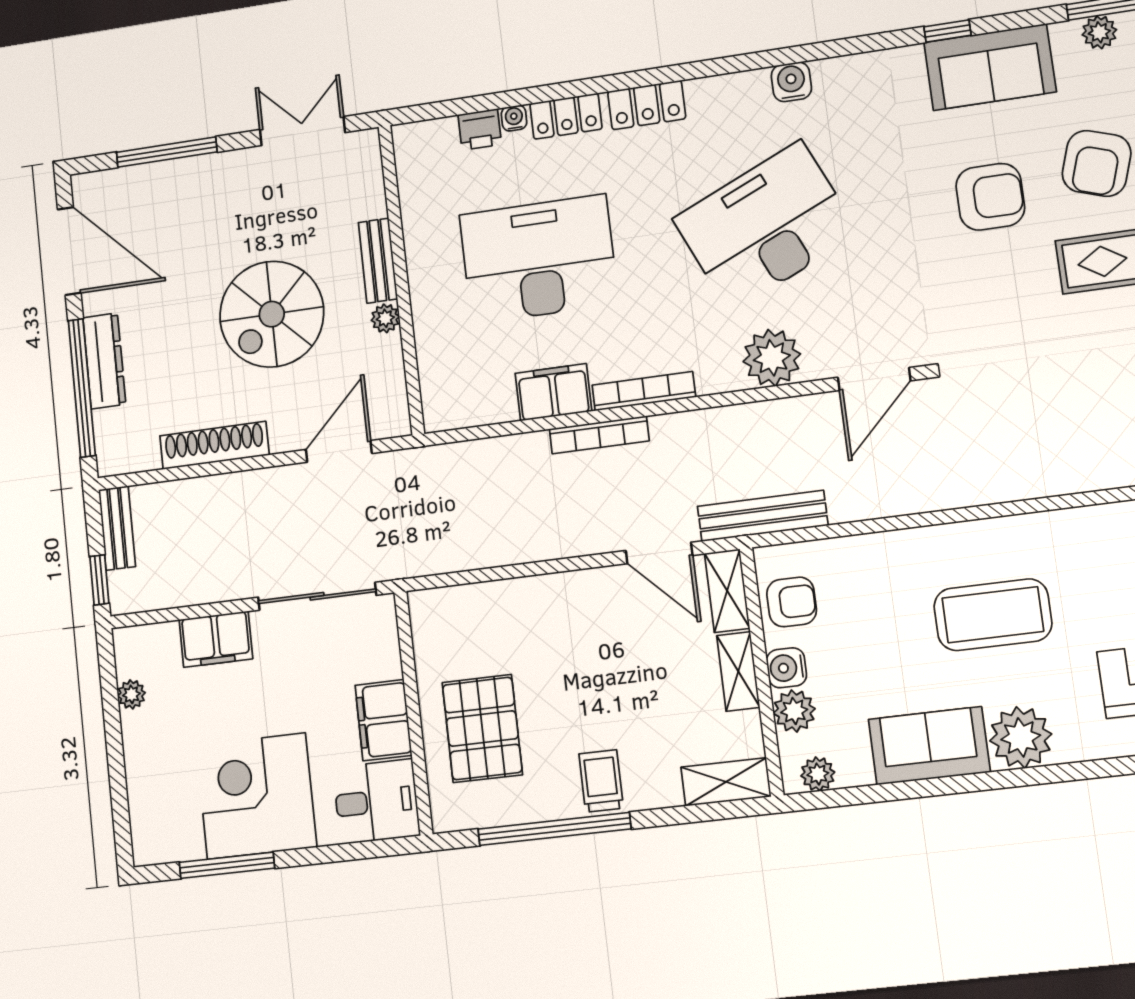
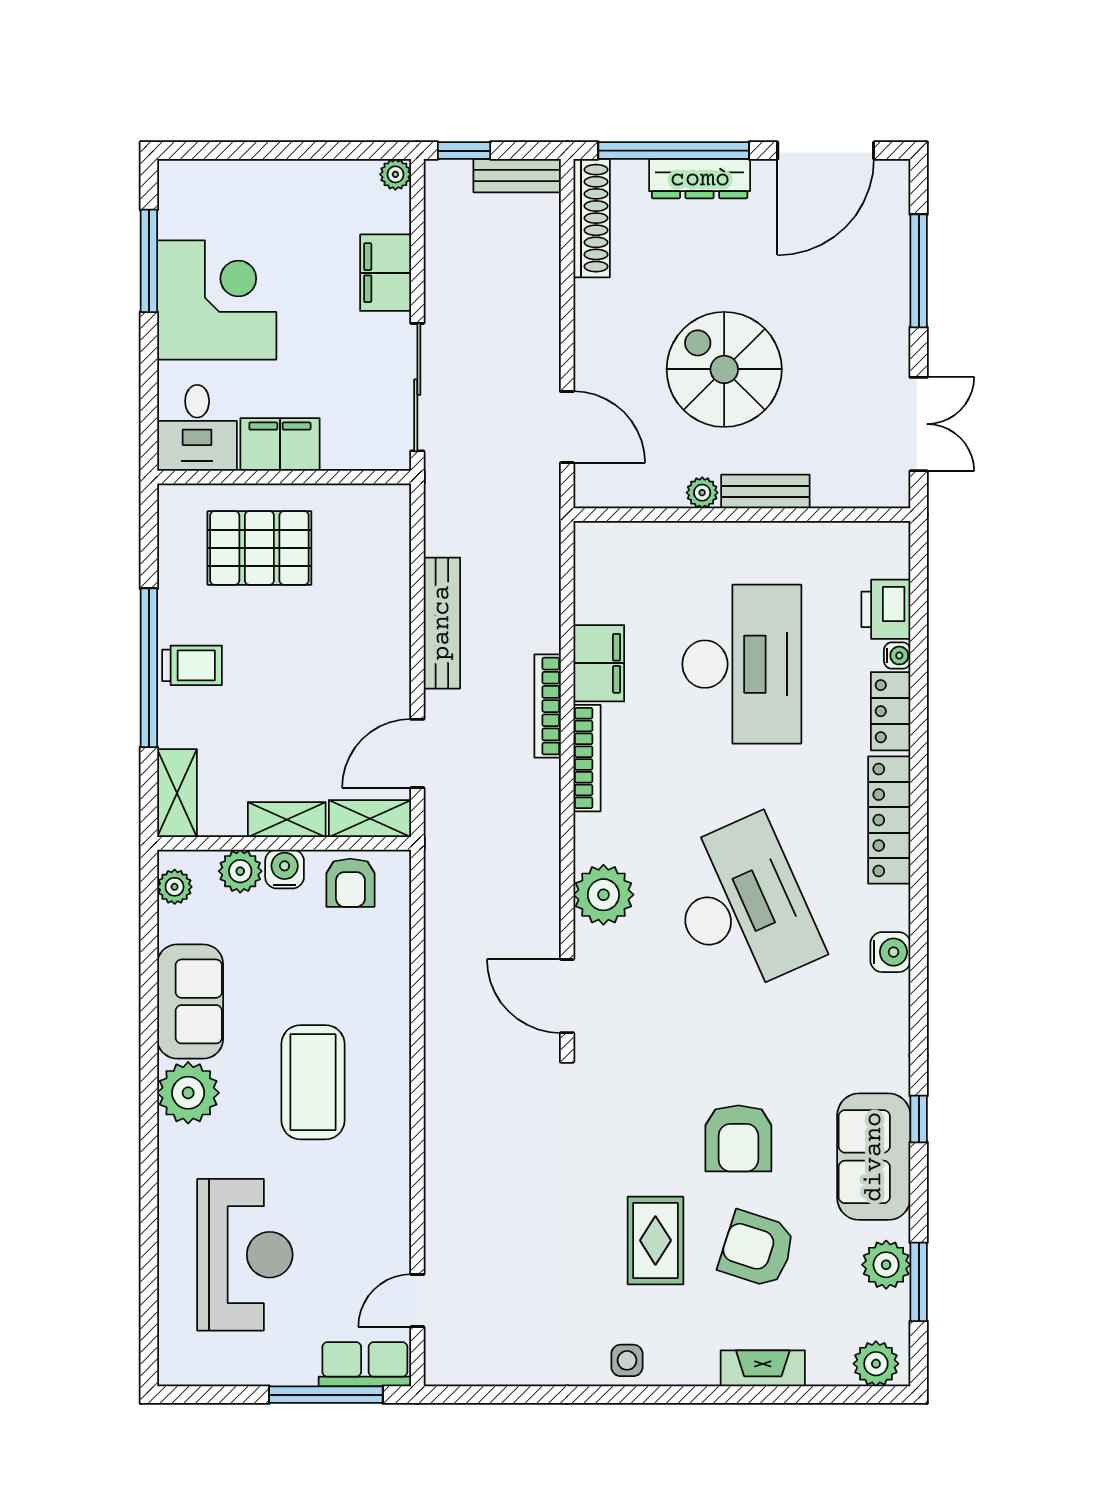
plant: (1099, 32) -> (886, 1265), width x1.38, depth x1.38
locker: (647, 105) -> (889, 820), width x1.53
printer: (480, 129) -> (886, 609), width x1.36, depth x1.24
shoe rack: (214, 445) -> (592, 218), moved
bench: (763, 516) -> (442, 623), moved
plant: (131, 694) -> (395, 174), moved
window: (554, 829) -> (149, 668), moved

